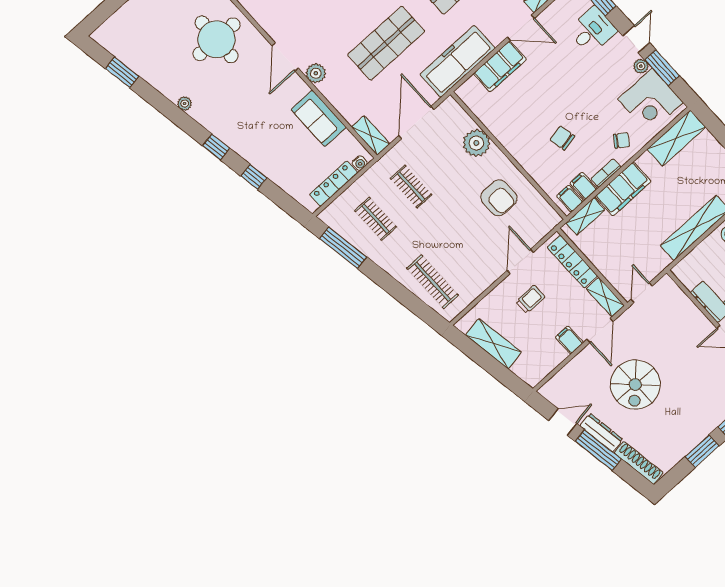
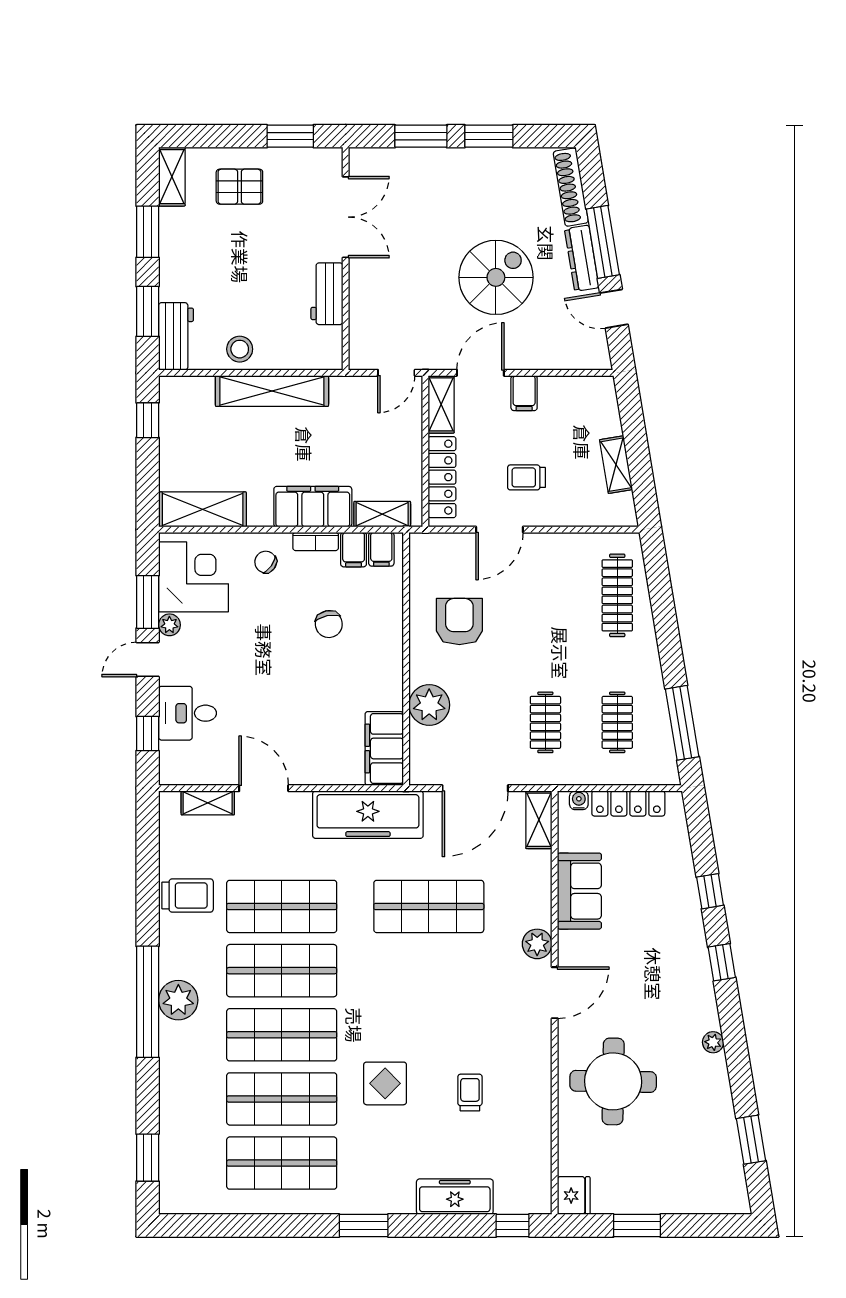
filing cabinet: (500, 66) -> (384, 748), moved, turned -90
shelving: (493, 344) -> (616, 465), width x0.67, depth x0.75

